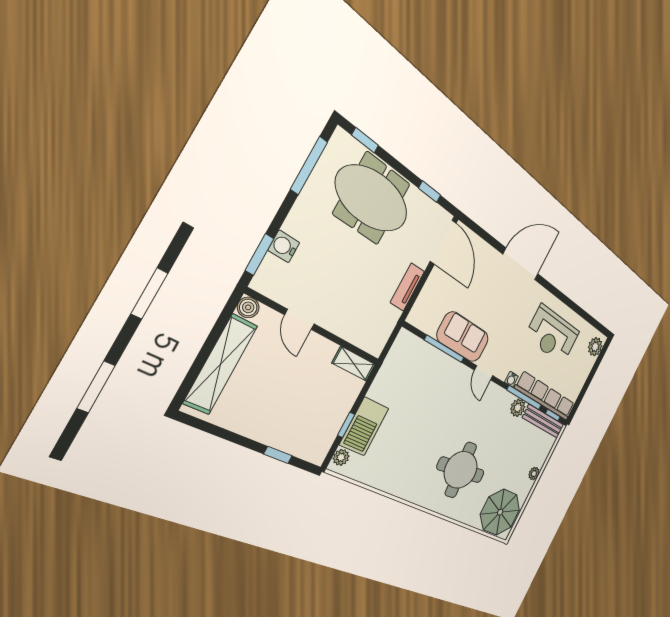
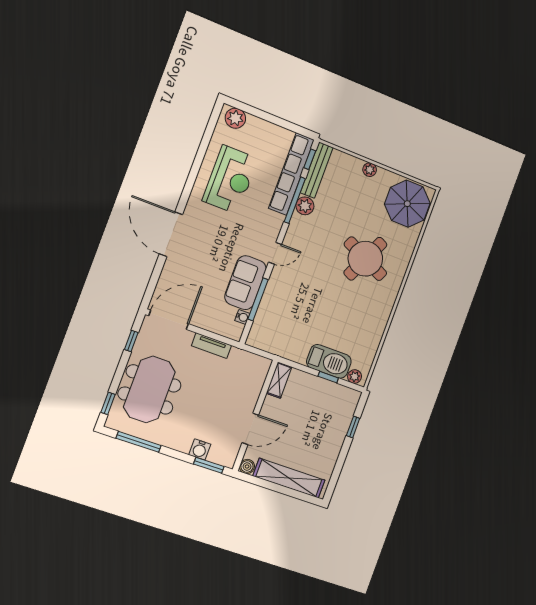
door: (299, 319) -> (250, 429), width x1.38
water cooler: (511, 379) -> (242, 317), moved
round table: (461, 470) -> (365, 259), turned 30

